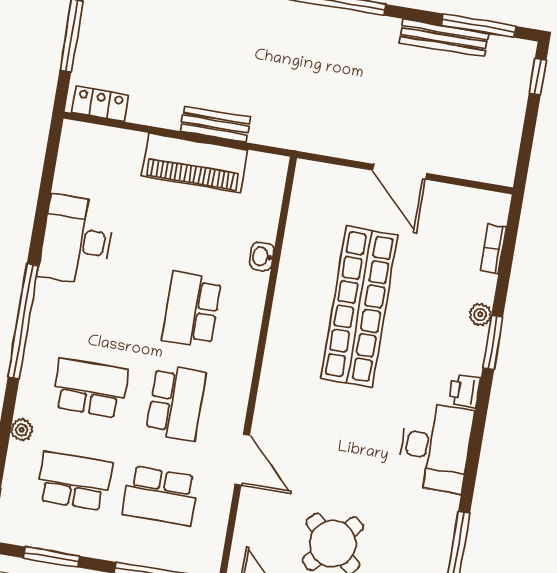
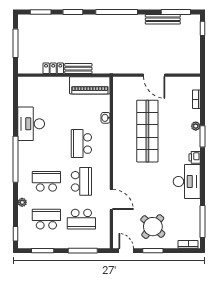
locker: (100, 104) -> (53, 68), moved
piano: (194, 163) -> (90, 85), moved

